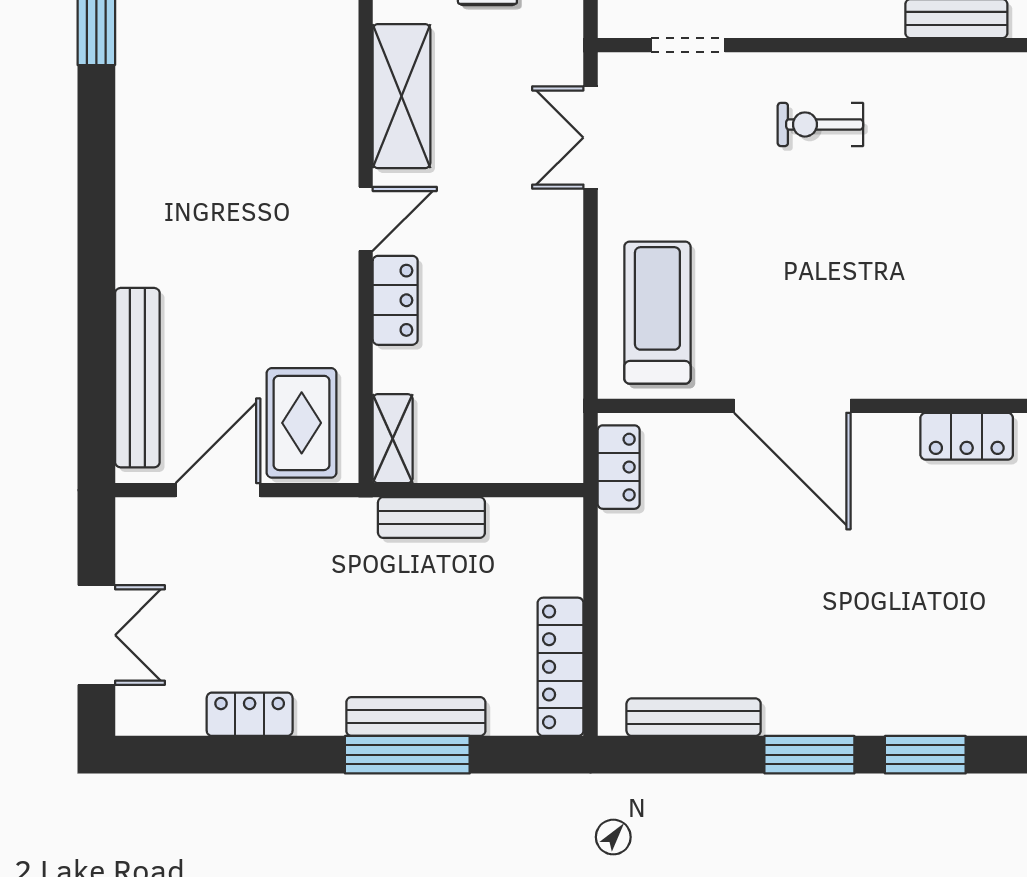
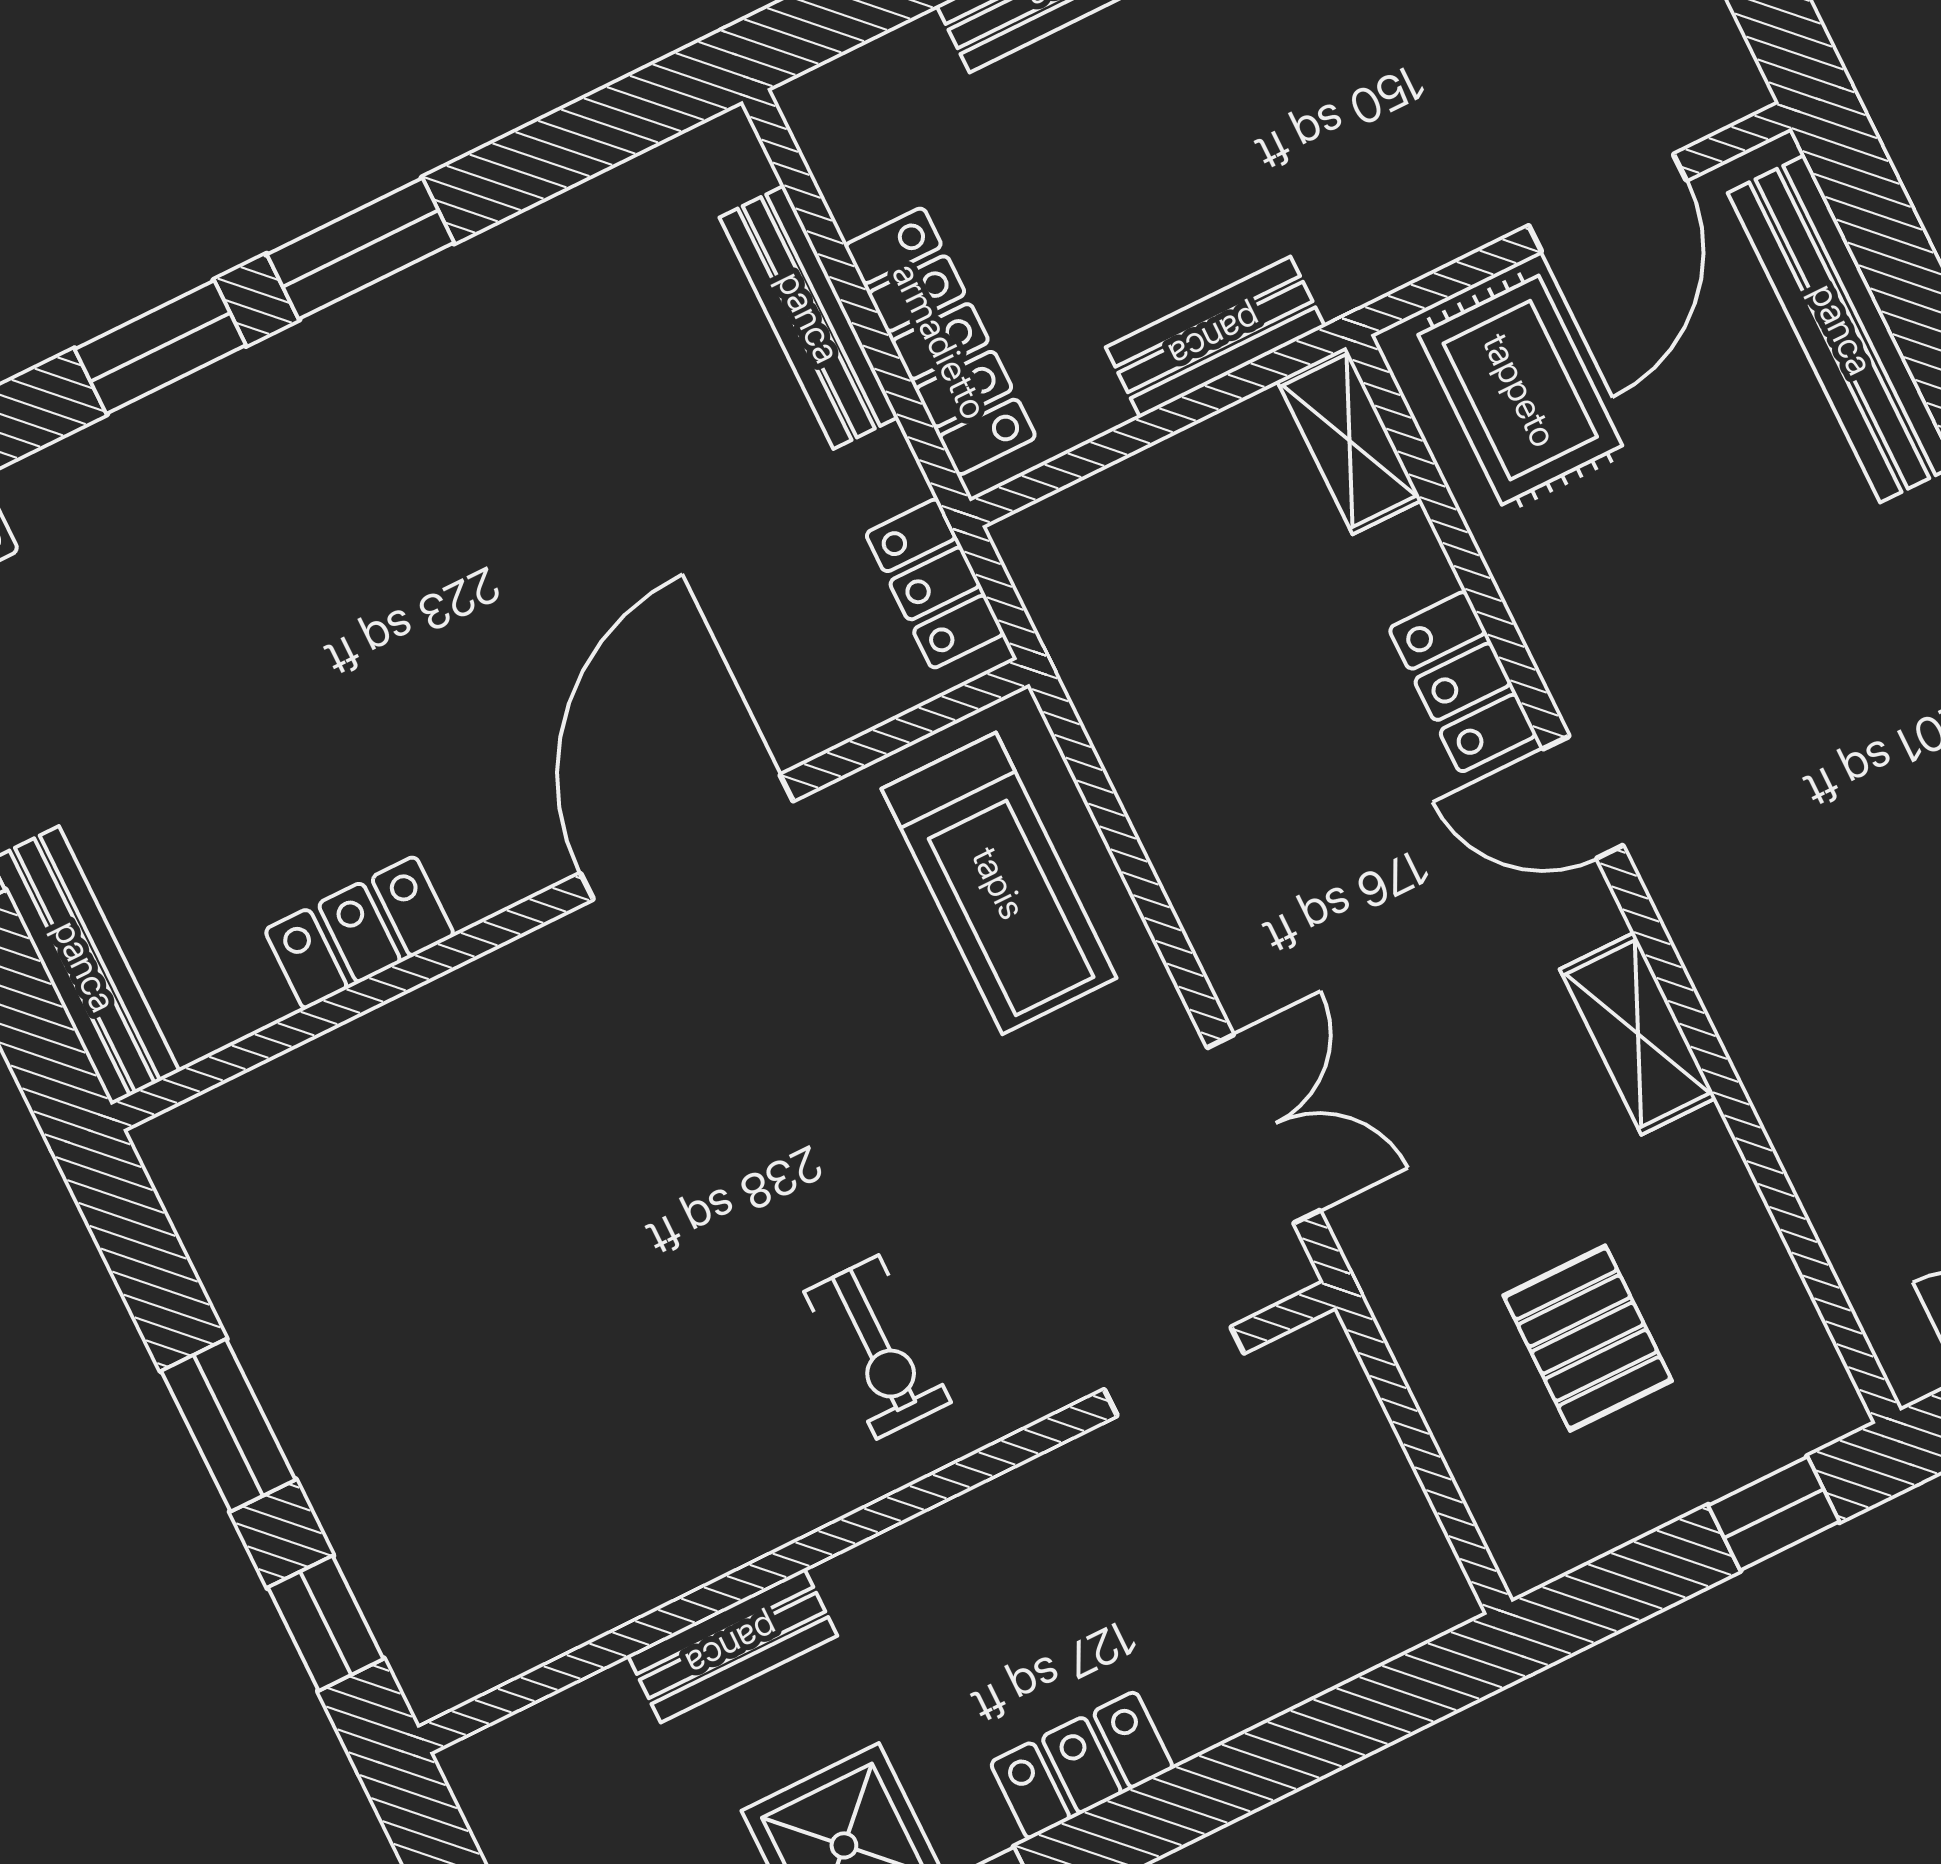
shelving: (401, 96) -> (1638, 1034), width x0.67, depth x0.75
exercise bike: (820, 124) -> (878, 1347), turned 90
door: (366, 219) -> (1583, 797), hinge flipped
door: (792, 406) -> (687, 837), hinge flipped
locker: (561, 667) -> (940, 341), moved
bench: (694, 717) -> (809, 317), moved, turned 90

